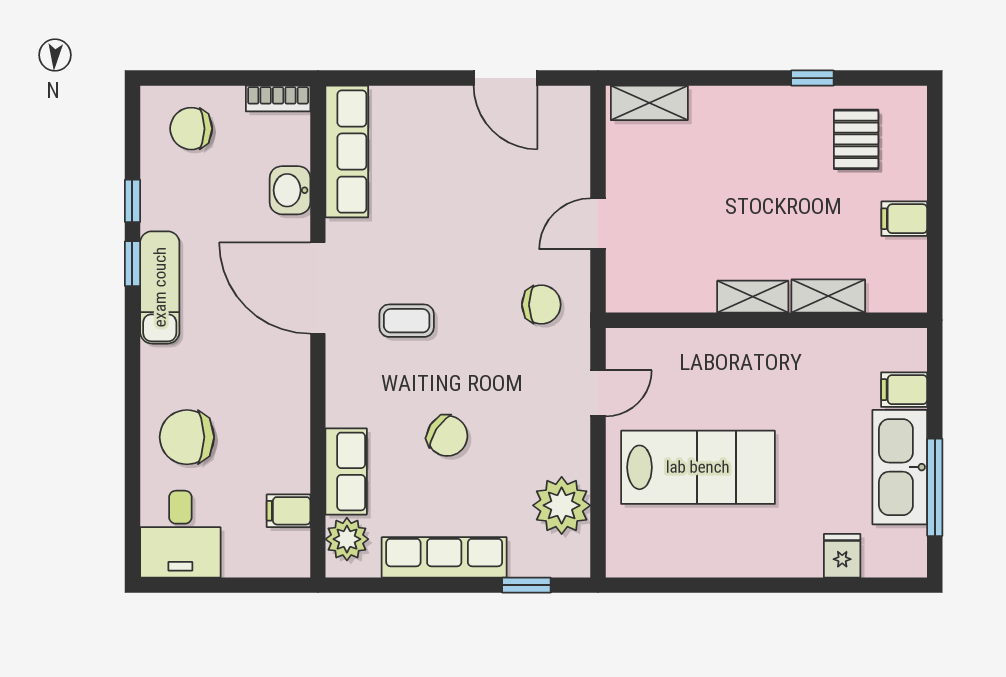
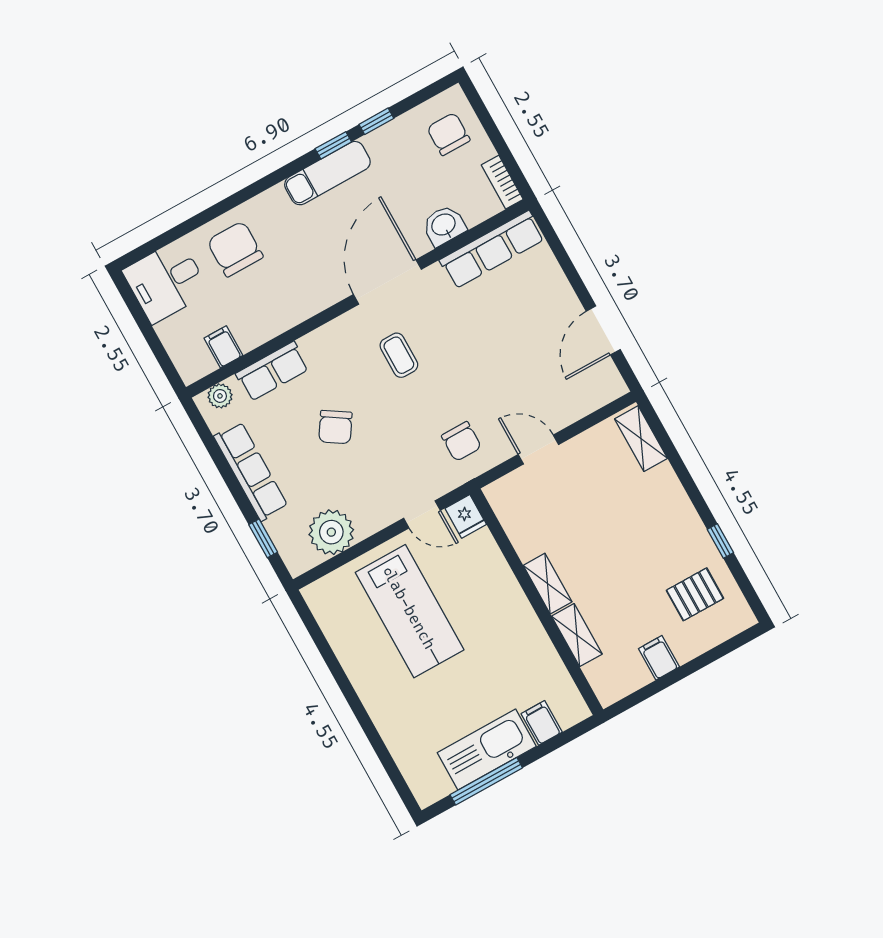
plant: (347, 539) -> (220, 396), width x0.73, depth x0.73
fridge: (842, 556) -> (466, 516), moved, turned 90

